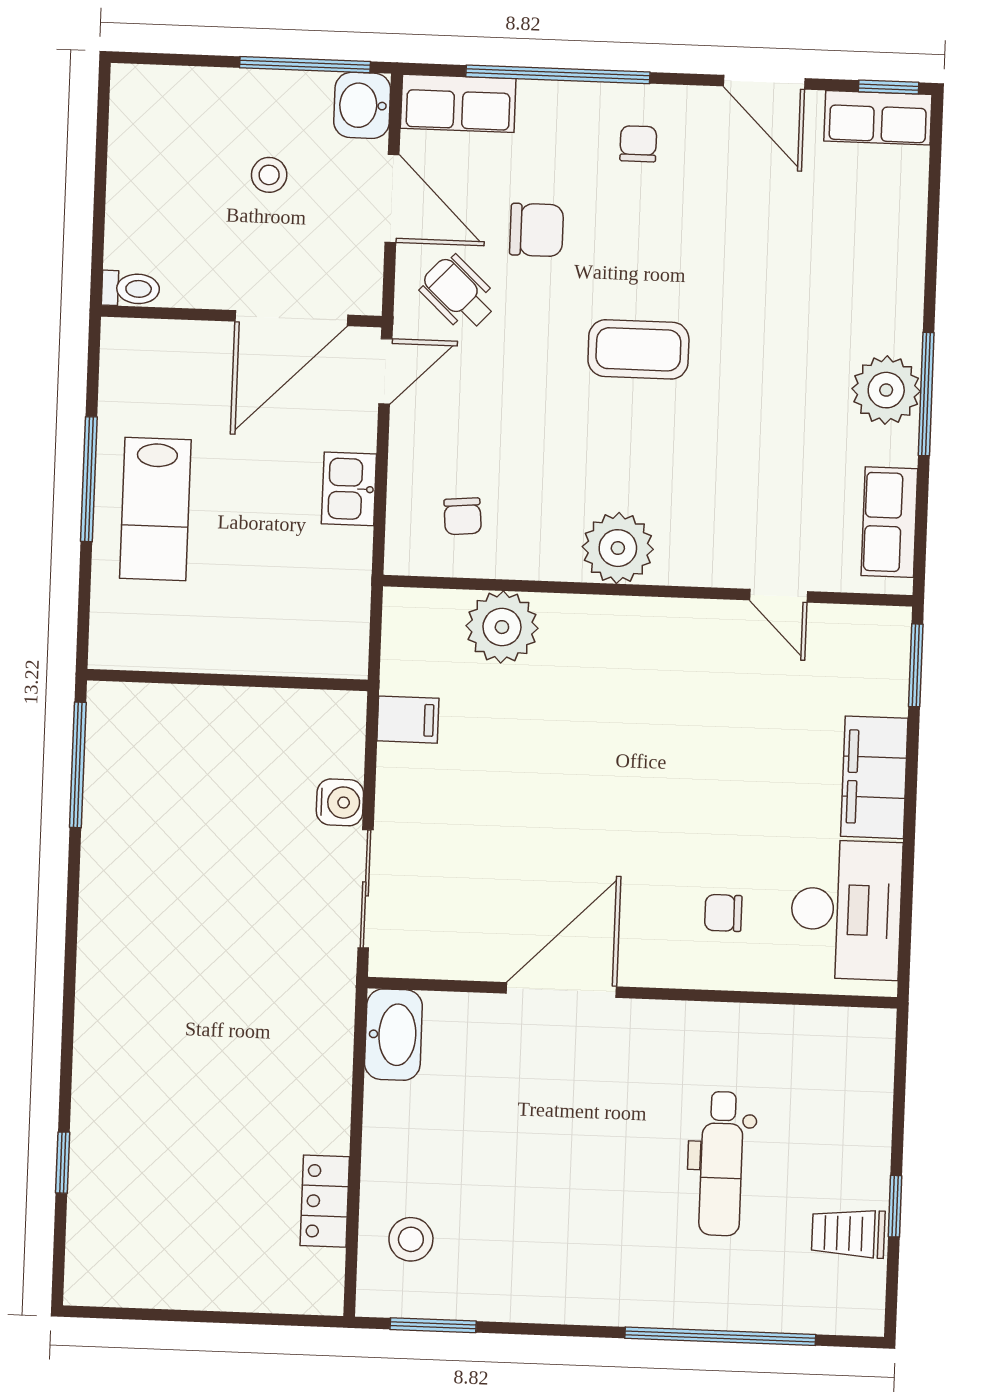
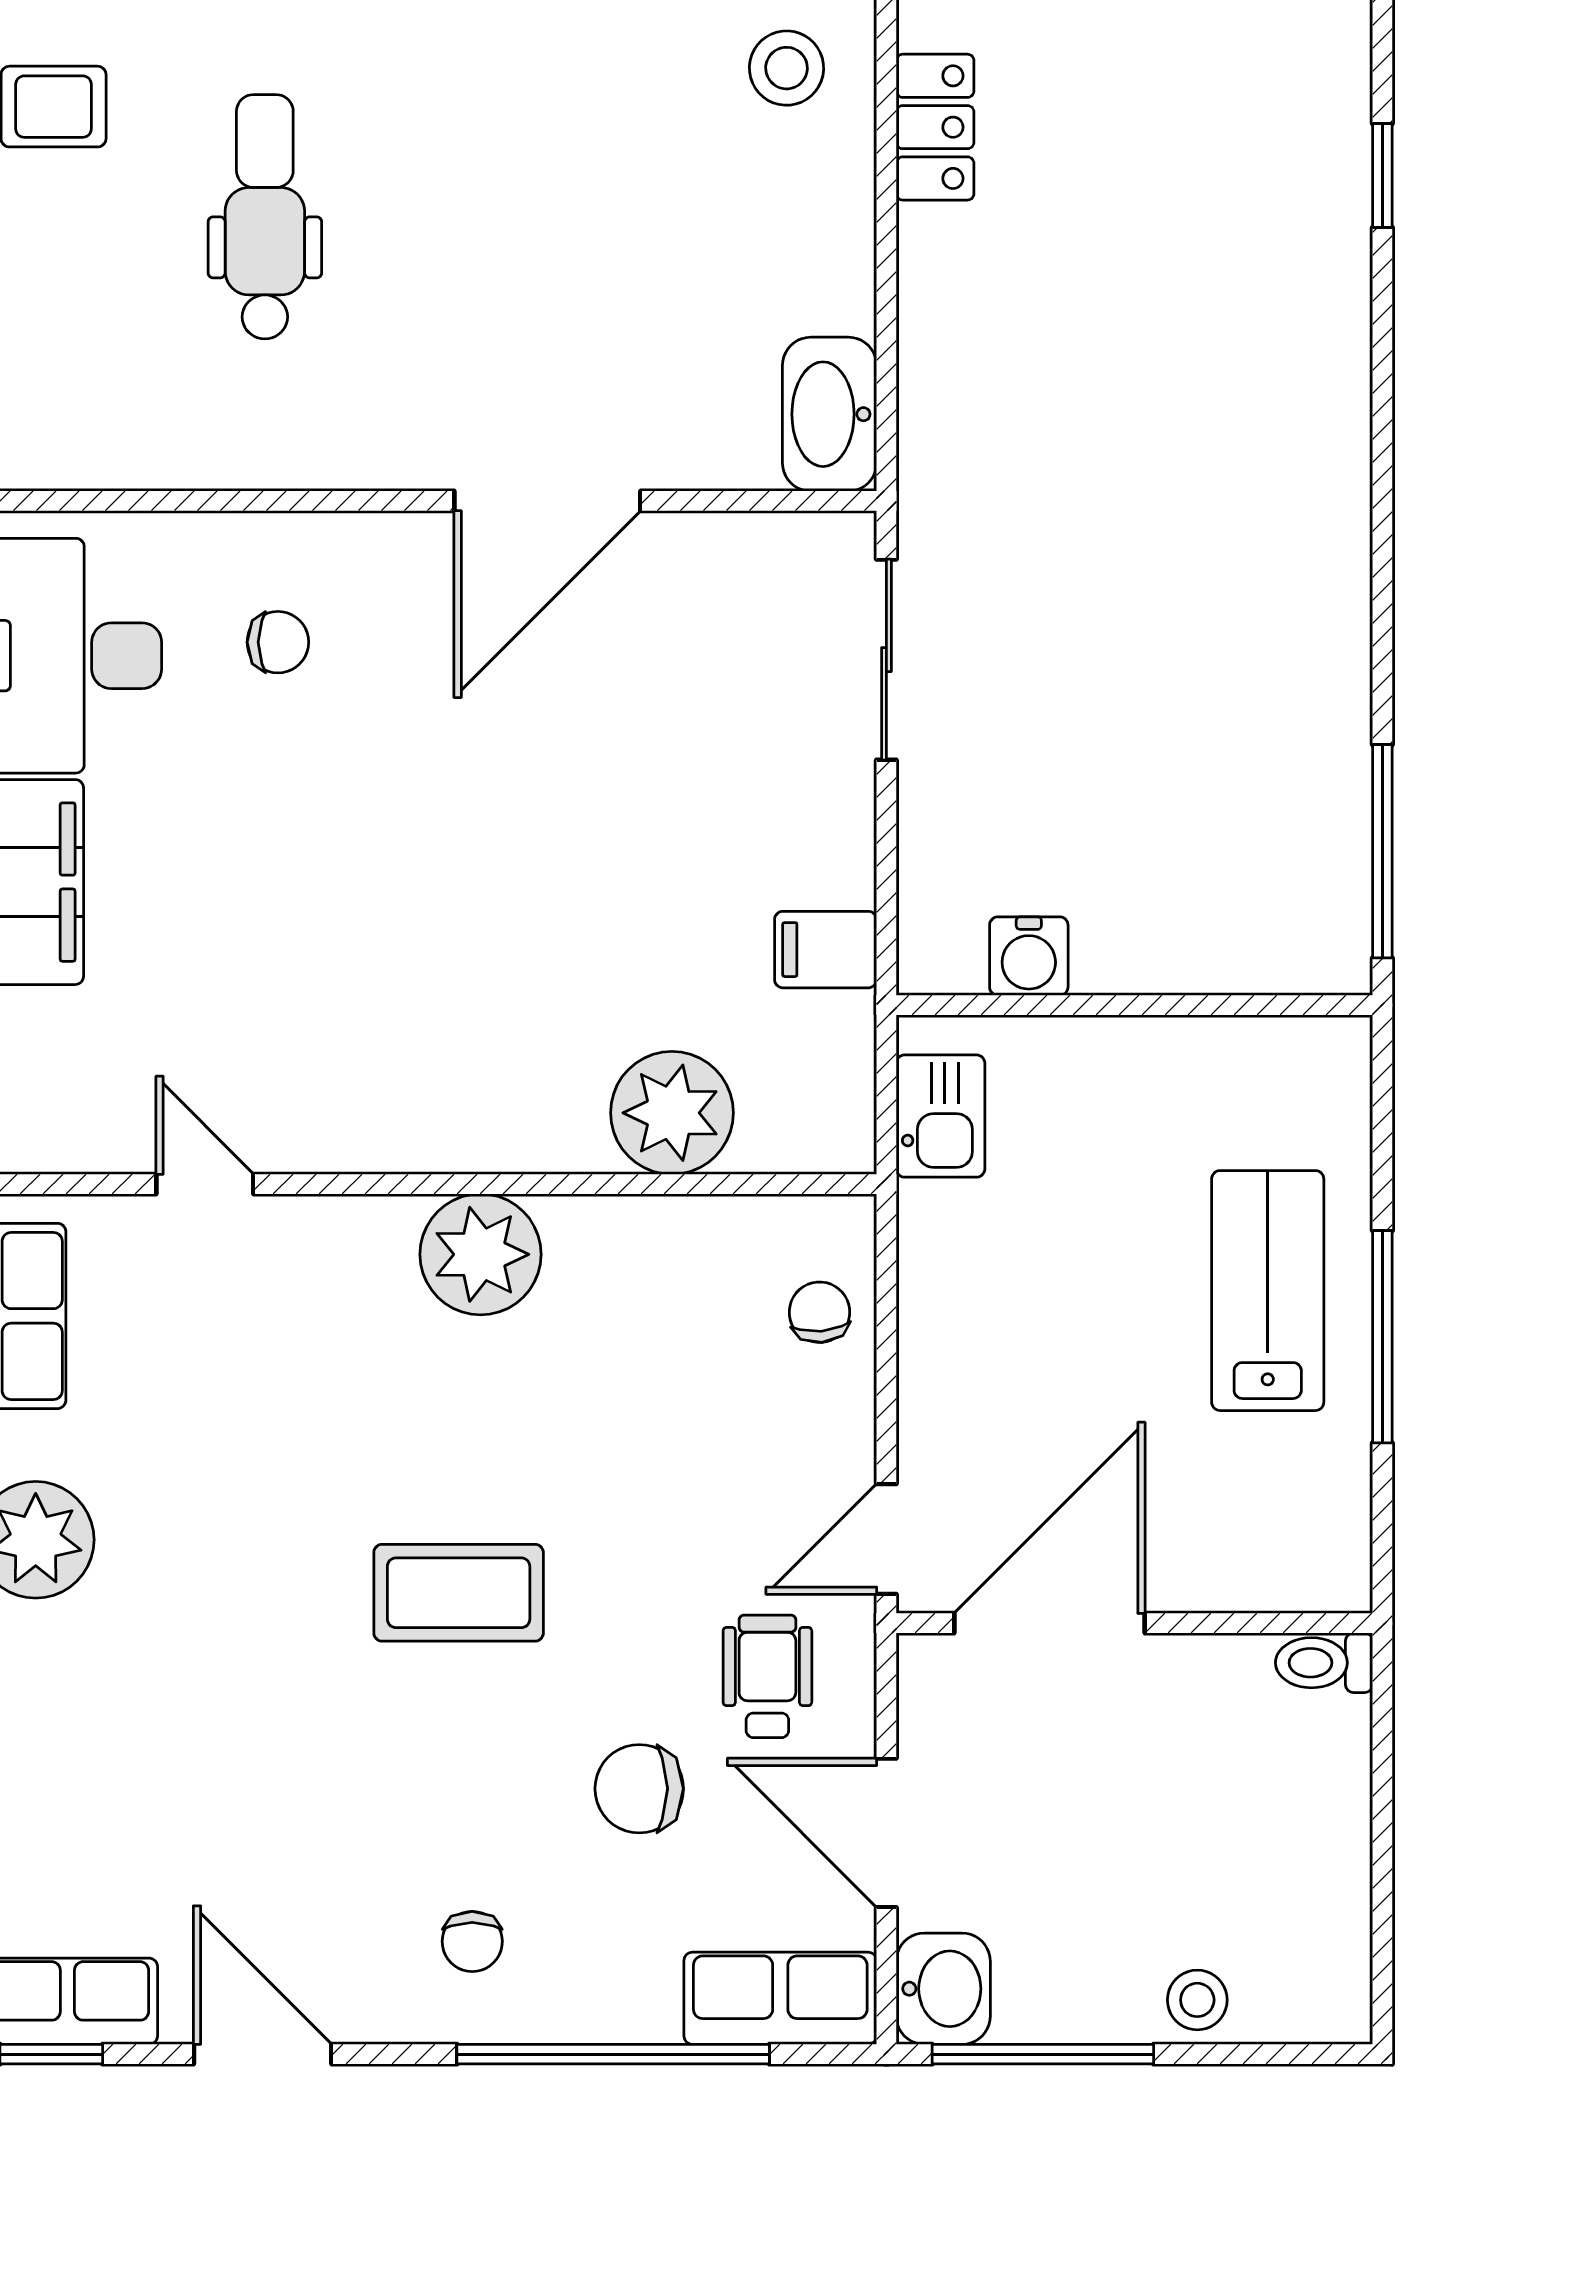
stool: (269, 175) -> (1197, 2000), moved
wheelchair: (459, 293) -> (767, 1676), turned -133
kitchen sink: (349, 489) -> (940, 1116), moved
chair: (463, 516) -> (820, 1312), moved
water cooler: (340, 802) -> (1029, 956), moved, turned -90

